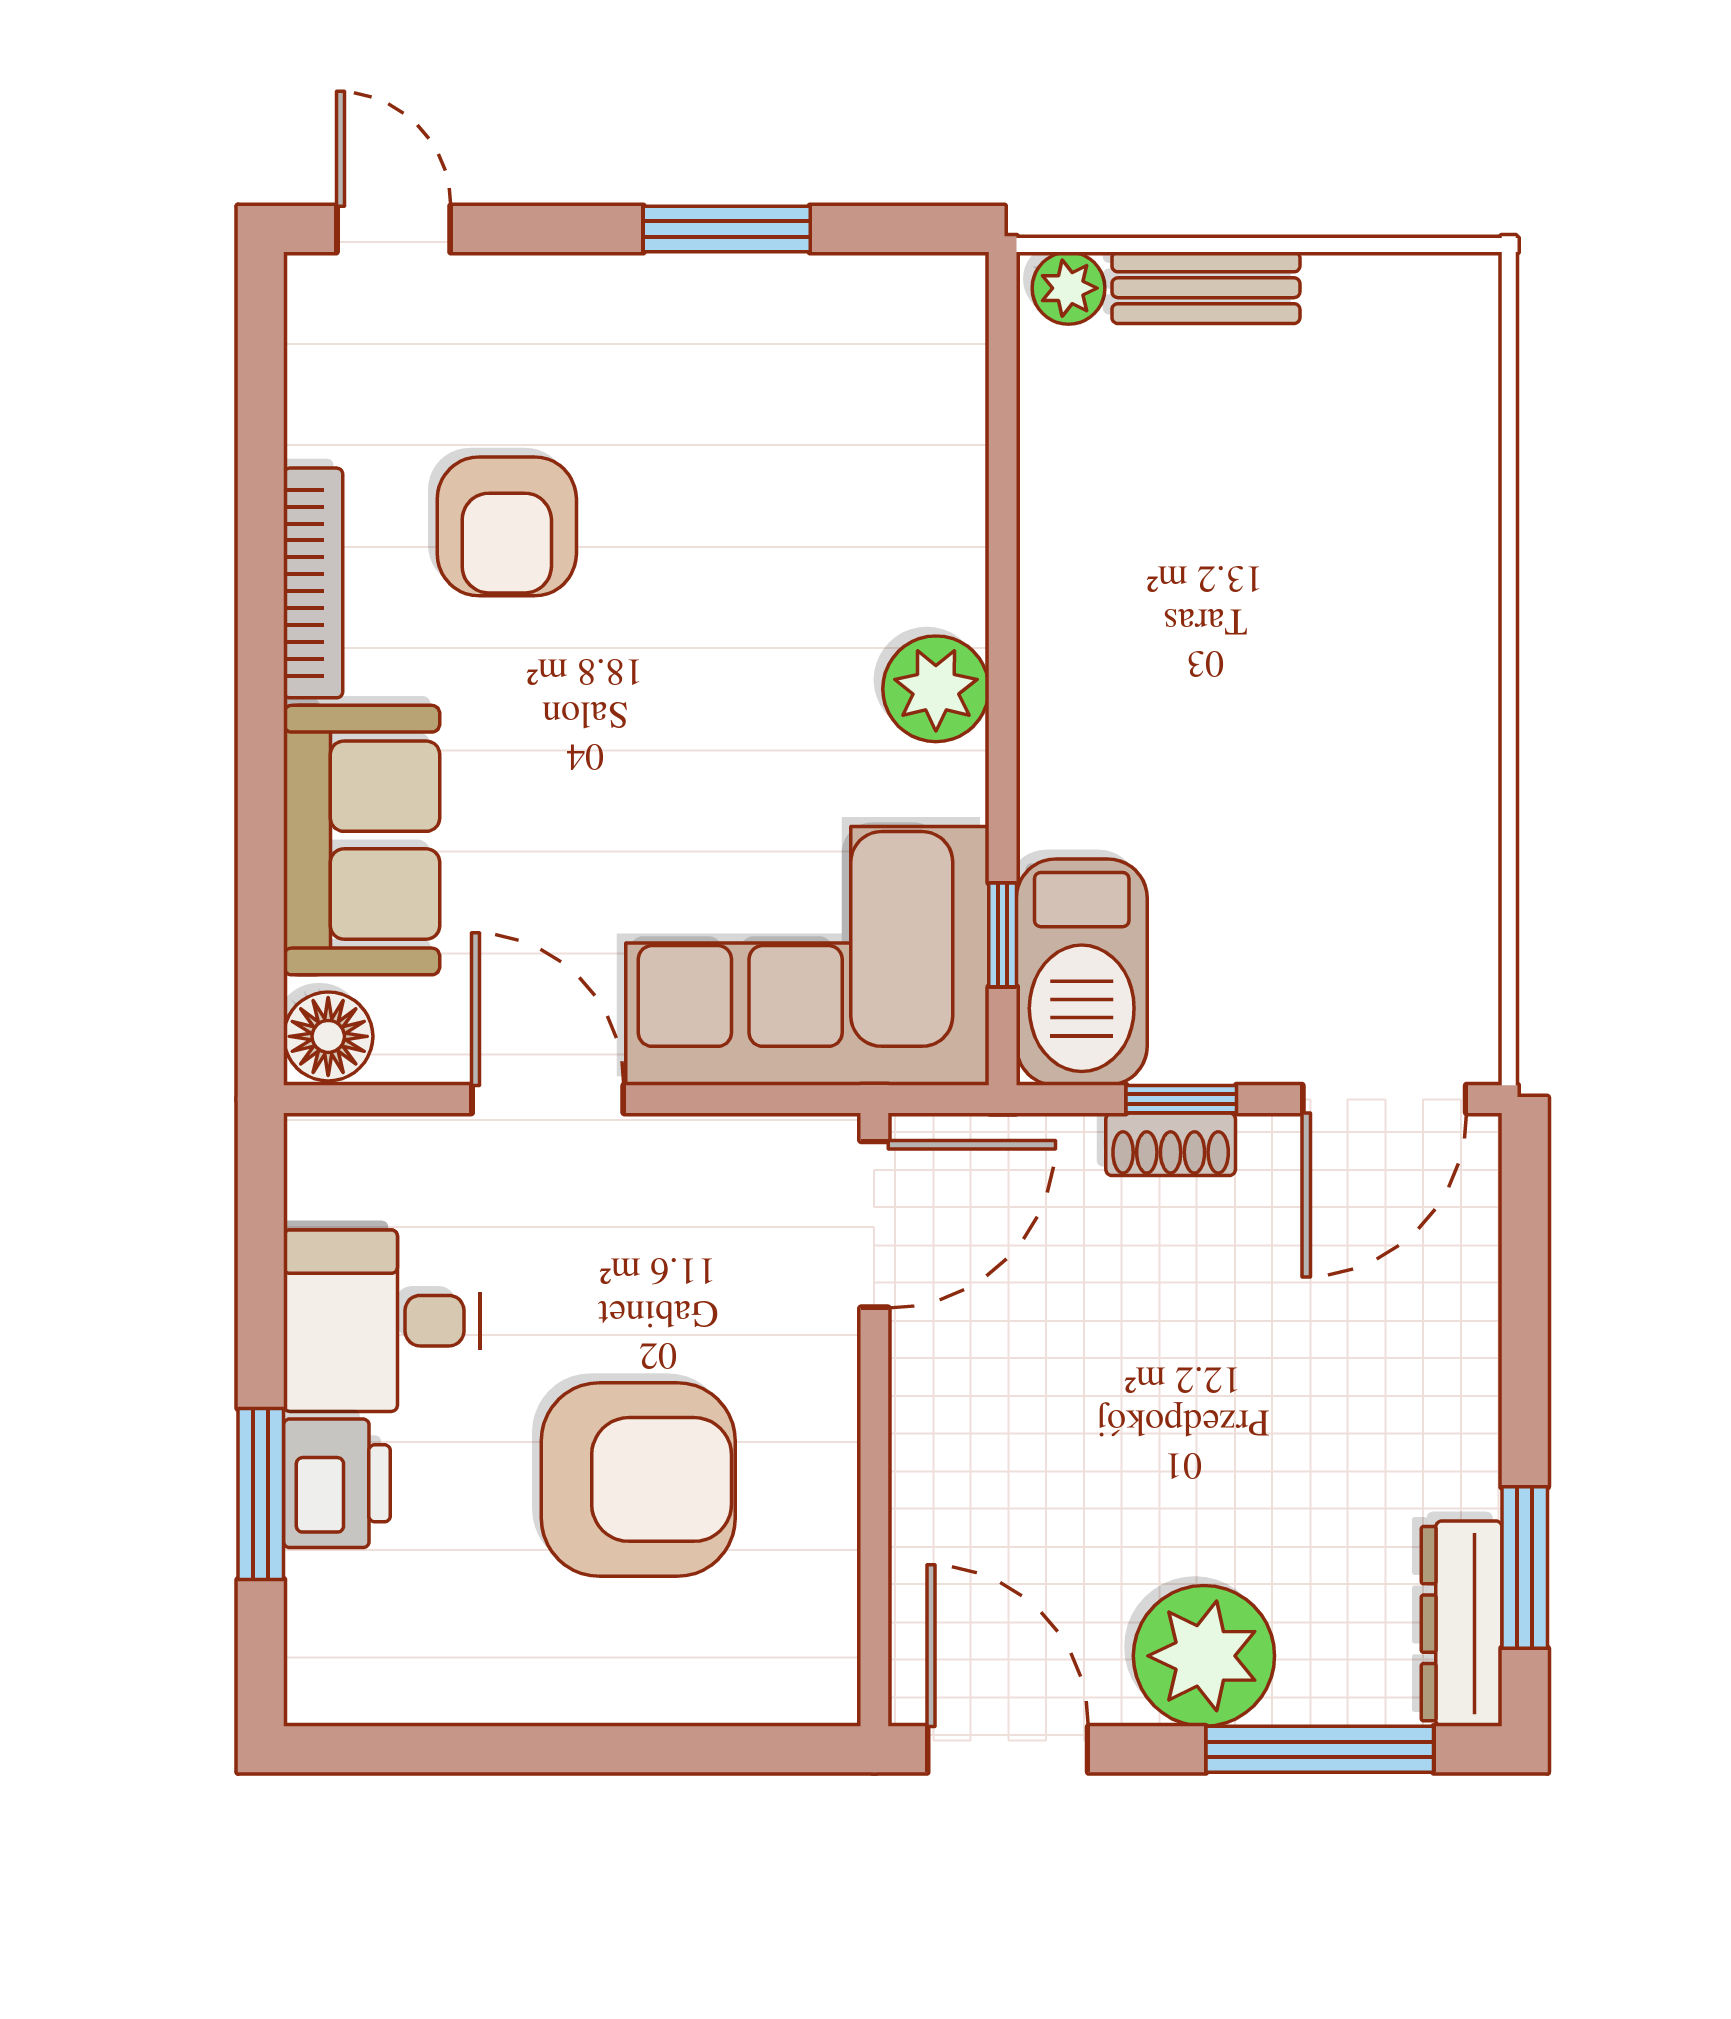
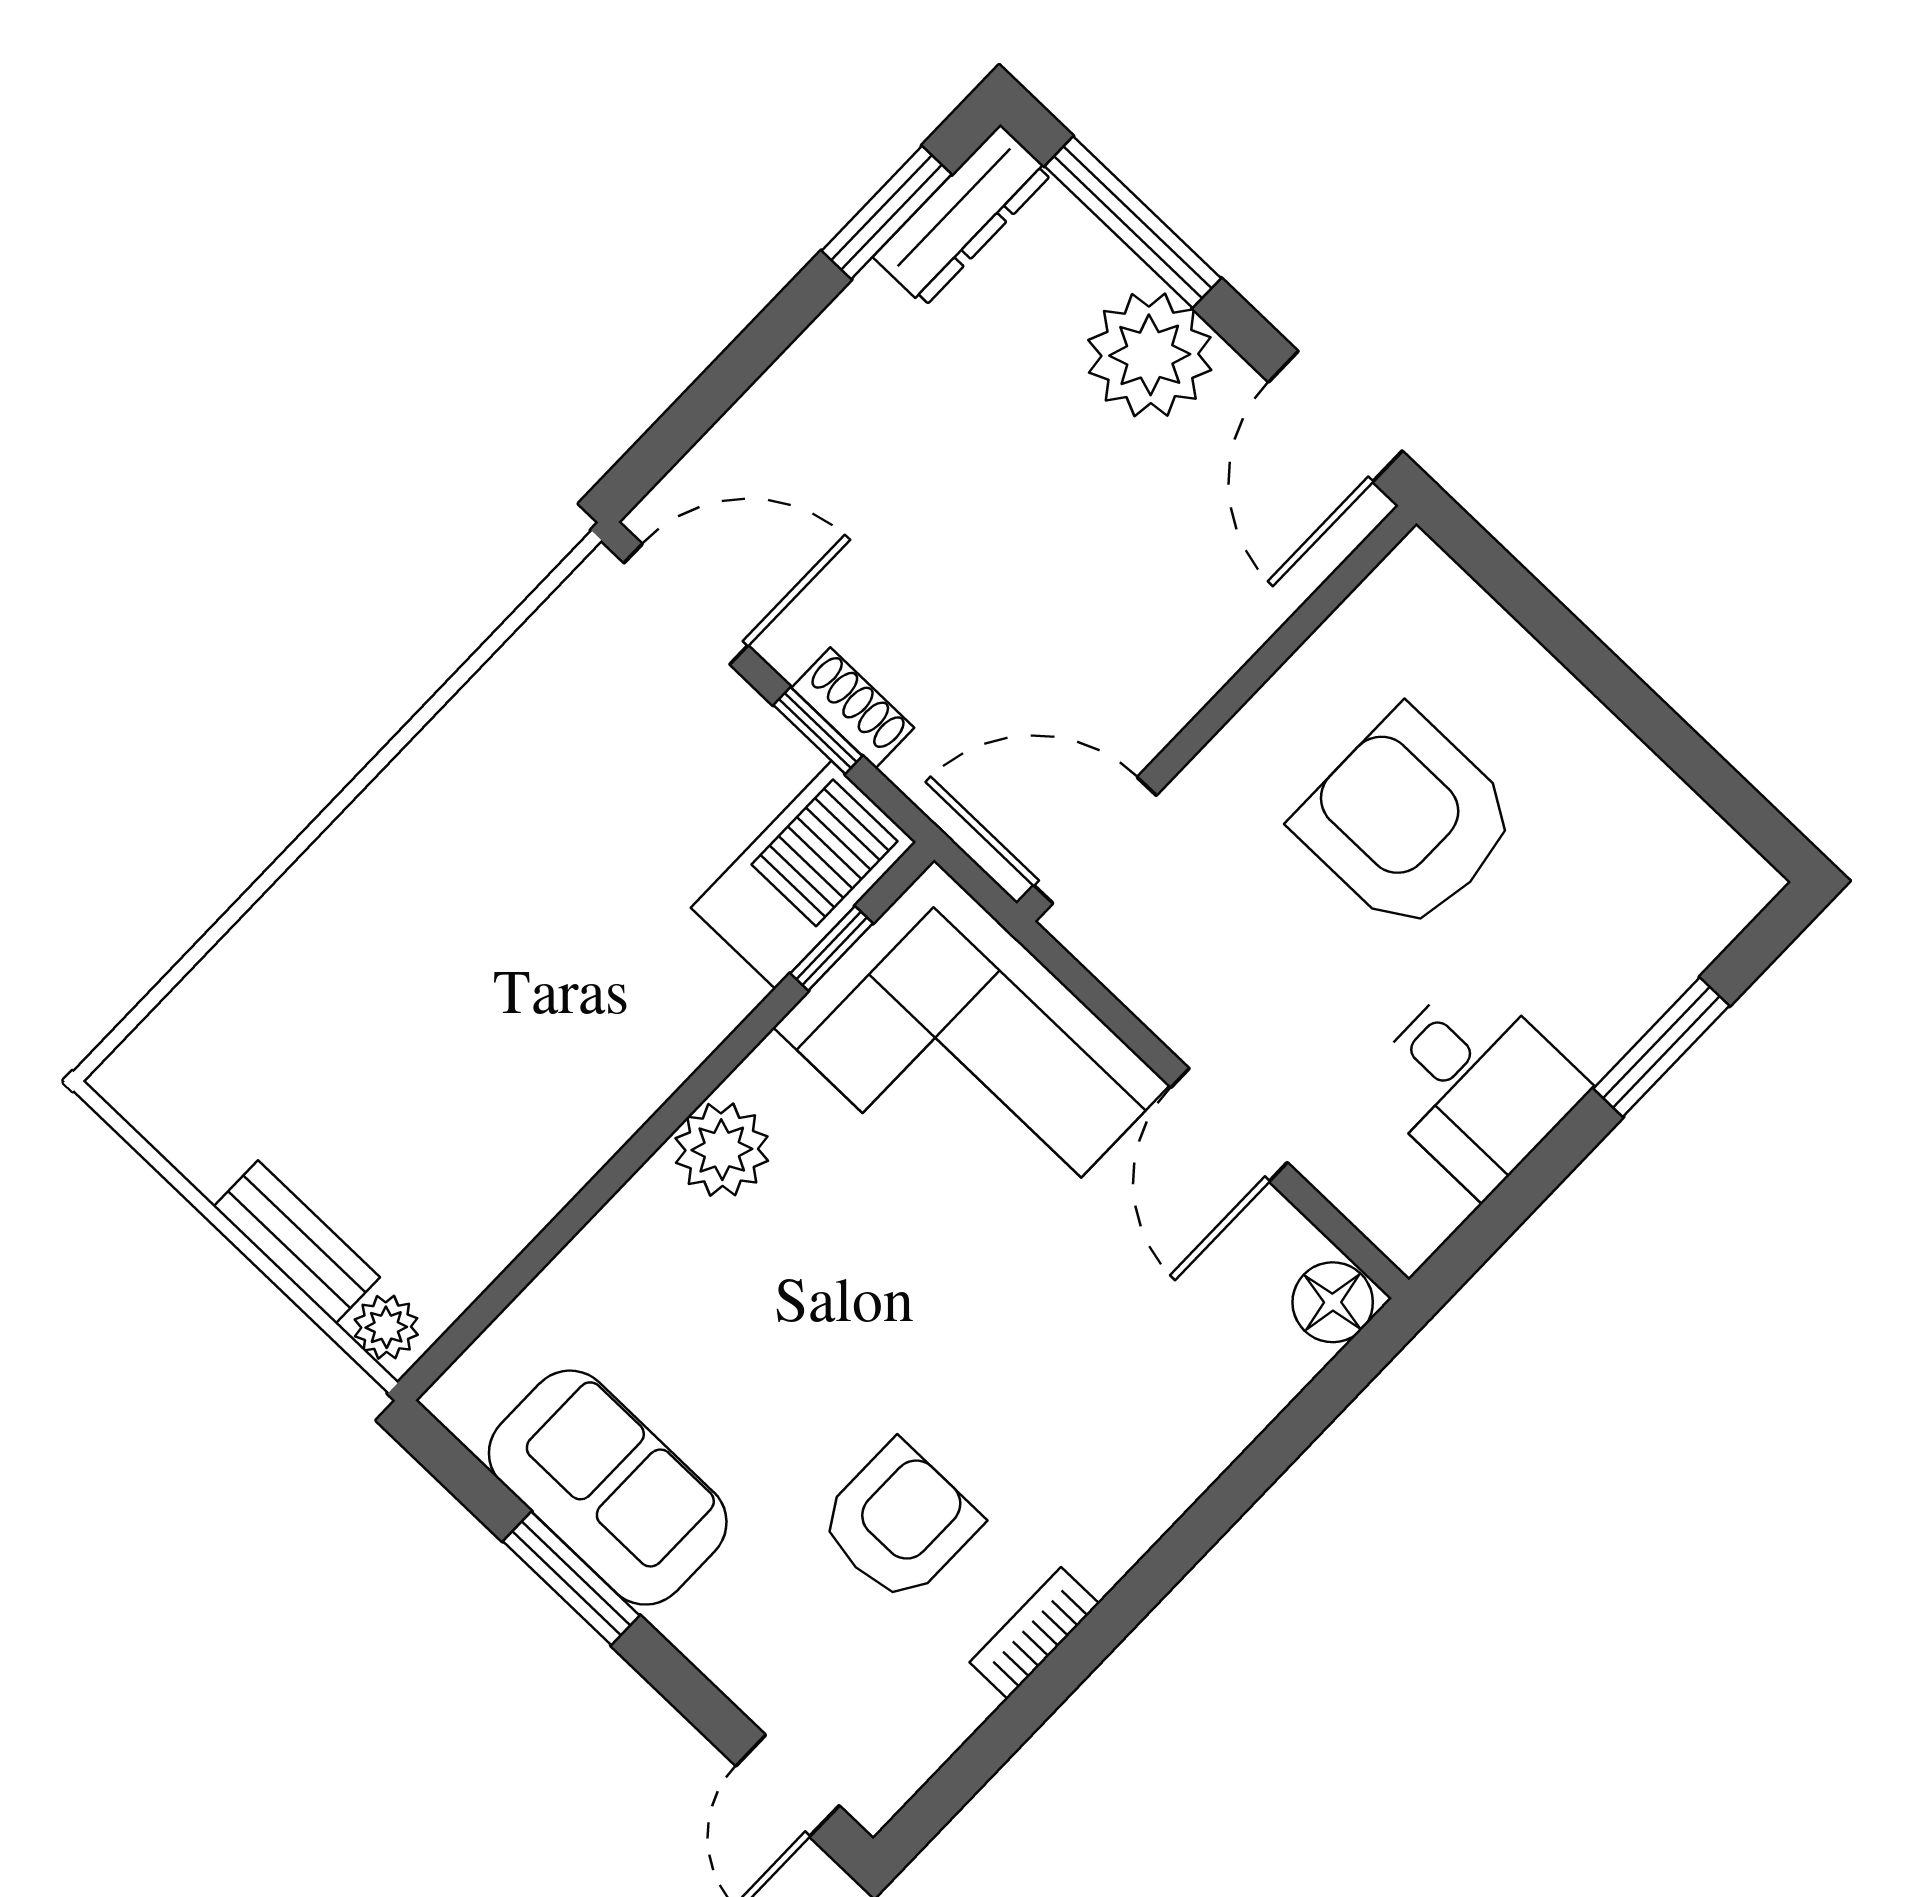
bookcase: (313, 583) -> (1034, 1633), width x0.64
sofa: (362, 840) -> (608, 1488), moved, turned 90
printer: (337, 1483) -> (1605, 1007), removed

